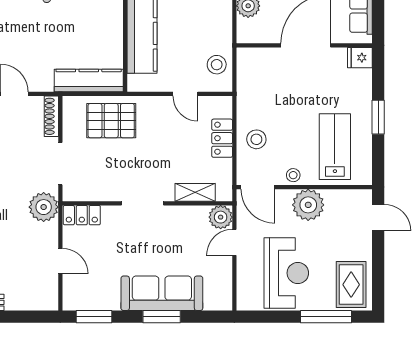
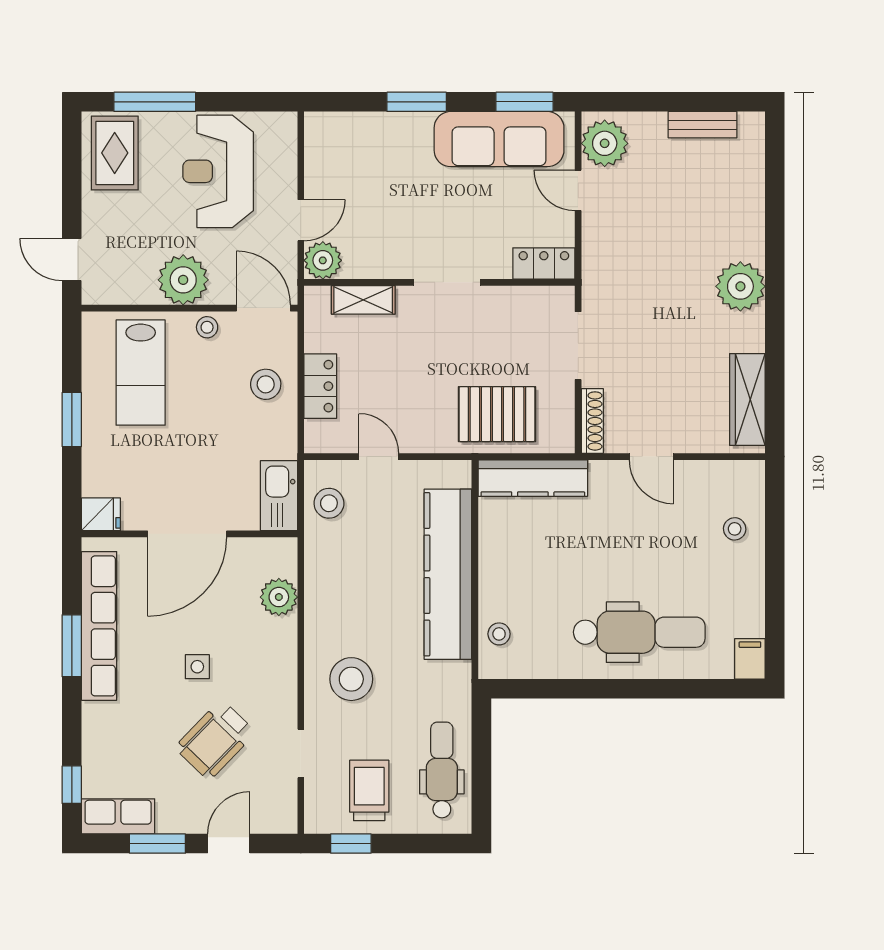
kitchen sink: (248, 69) -> (279, 496), added
plant: (44, 207) -> (605, 143), moved
sofa: (162, 293) -> (499, 139), moved

